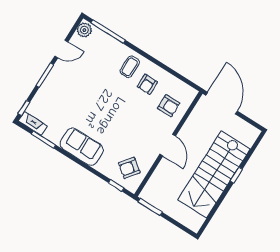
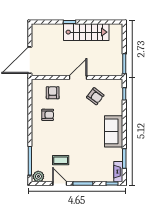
coffee table: (130, 67) -> (61, 160), moved
armchair: (129, 168) -> (95, 96), moved
stairs: (214, 174) -> (86, 32), width x0.73, depth x0.66

